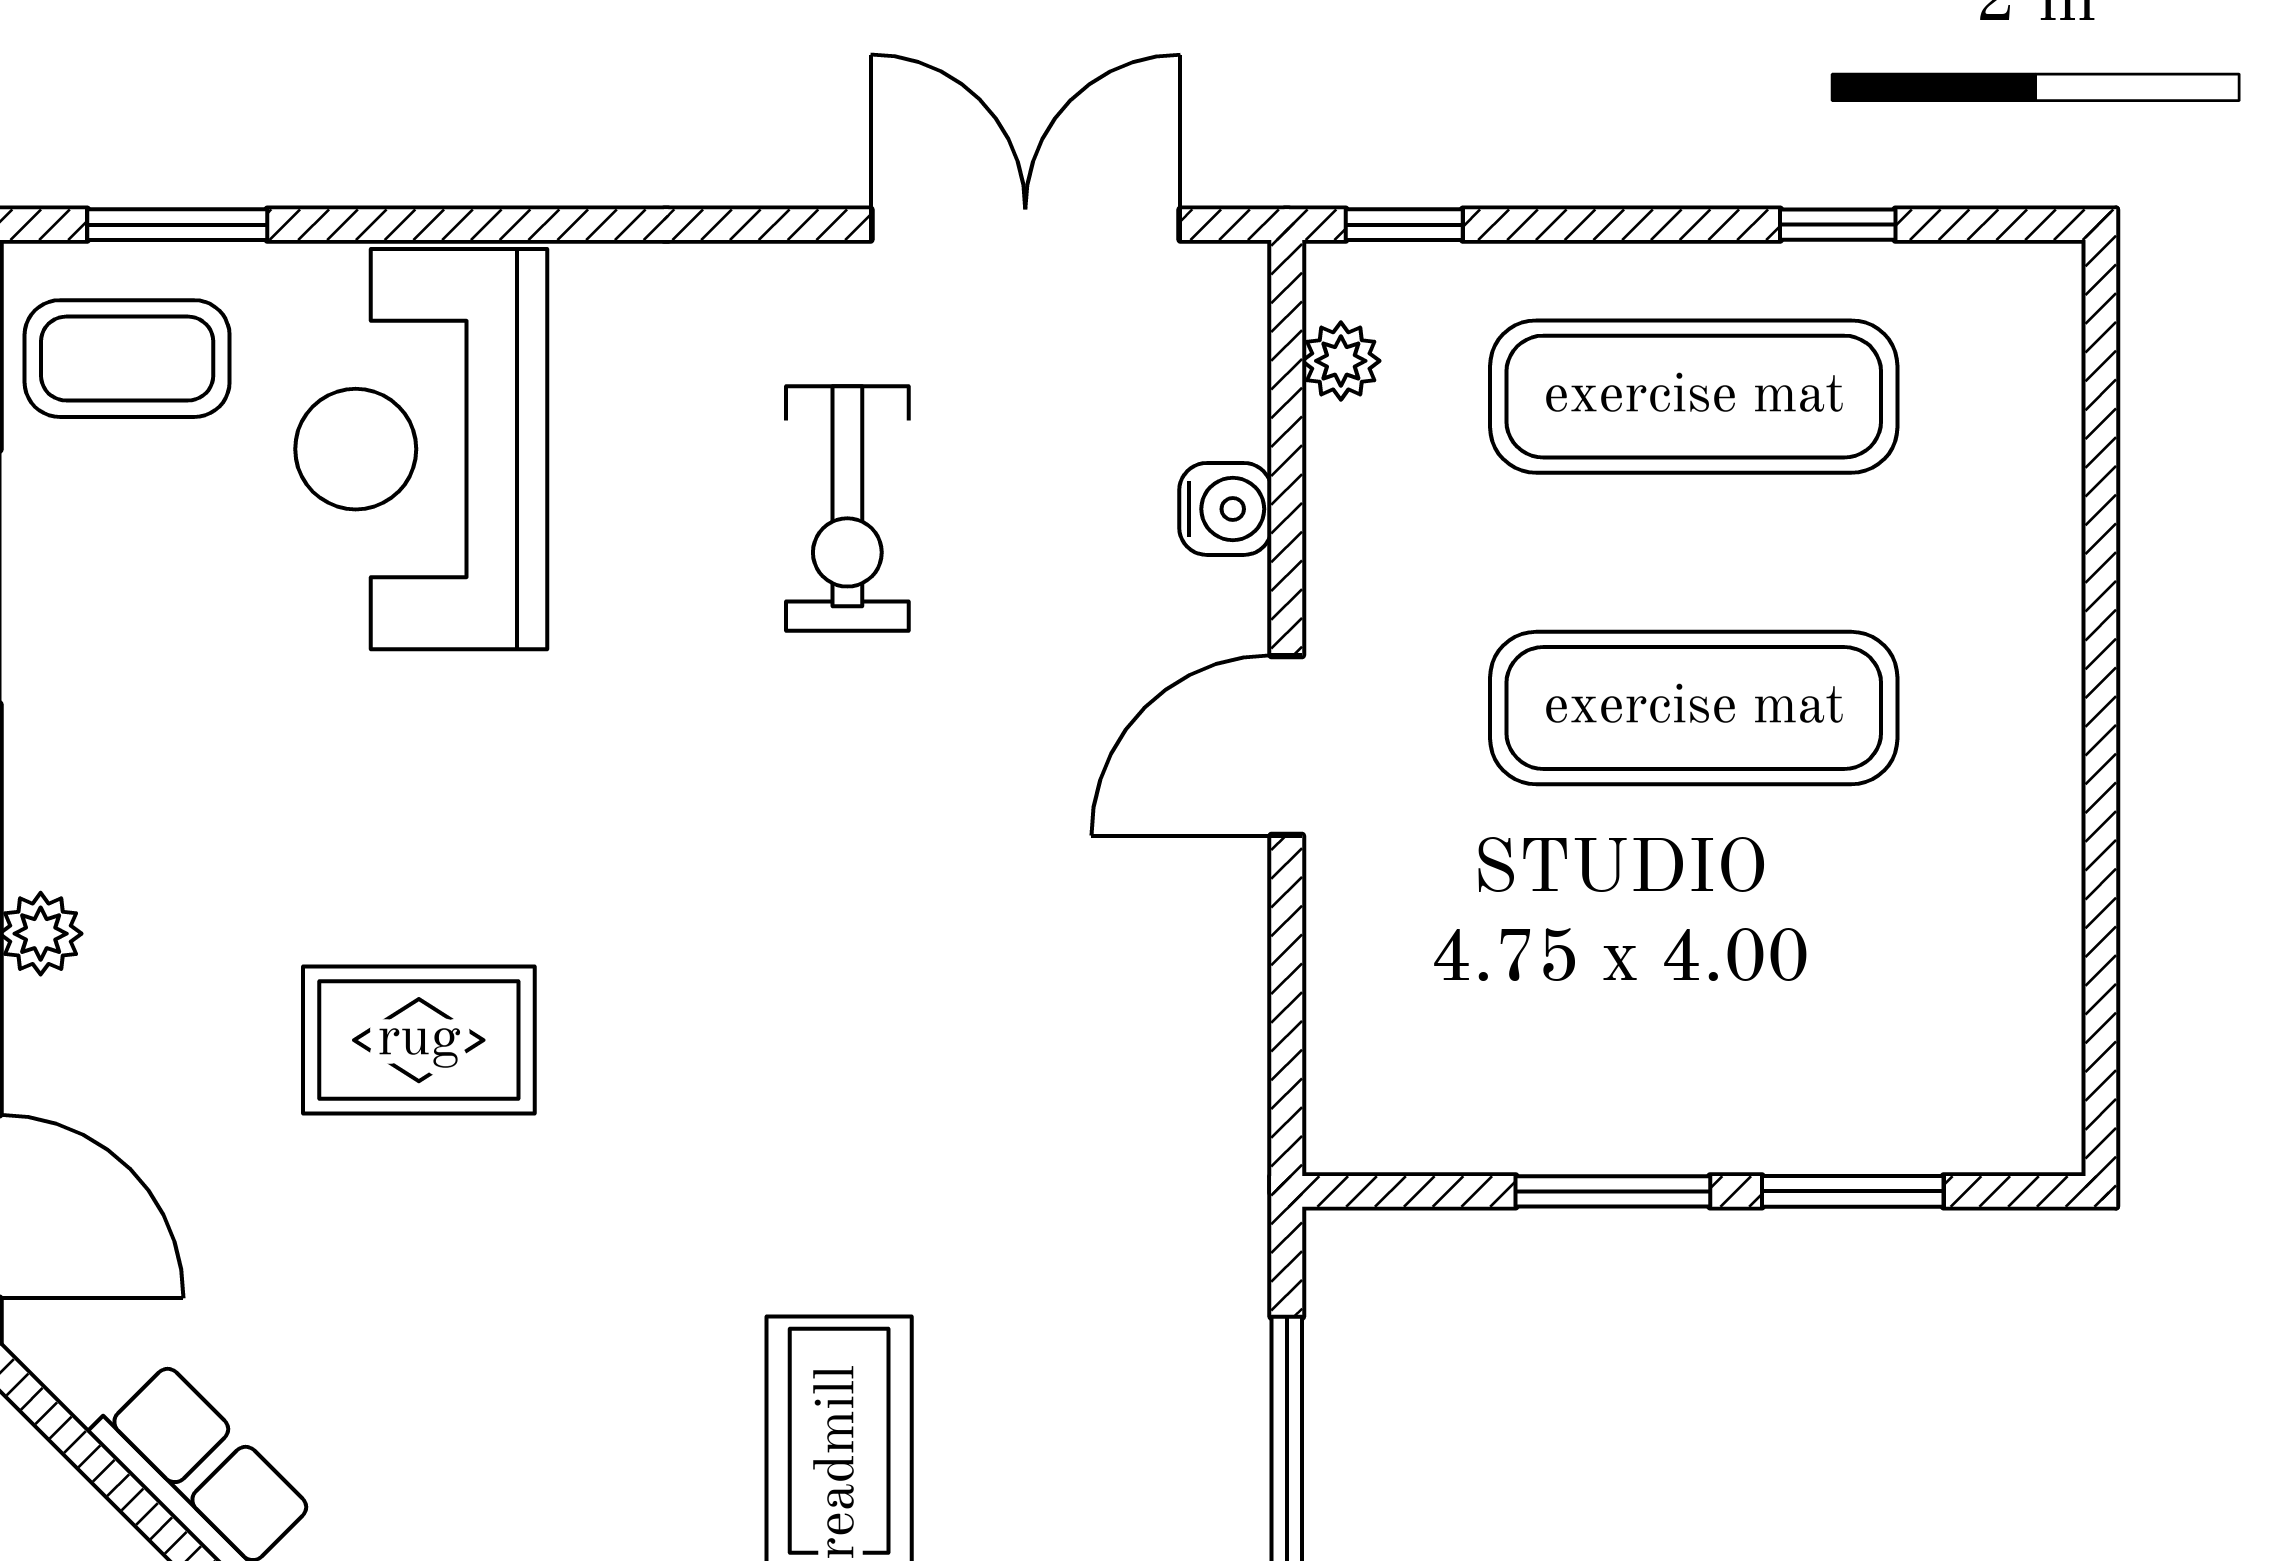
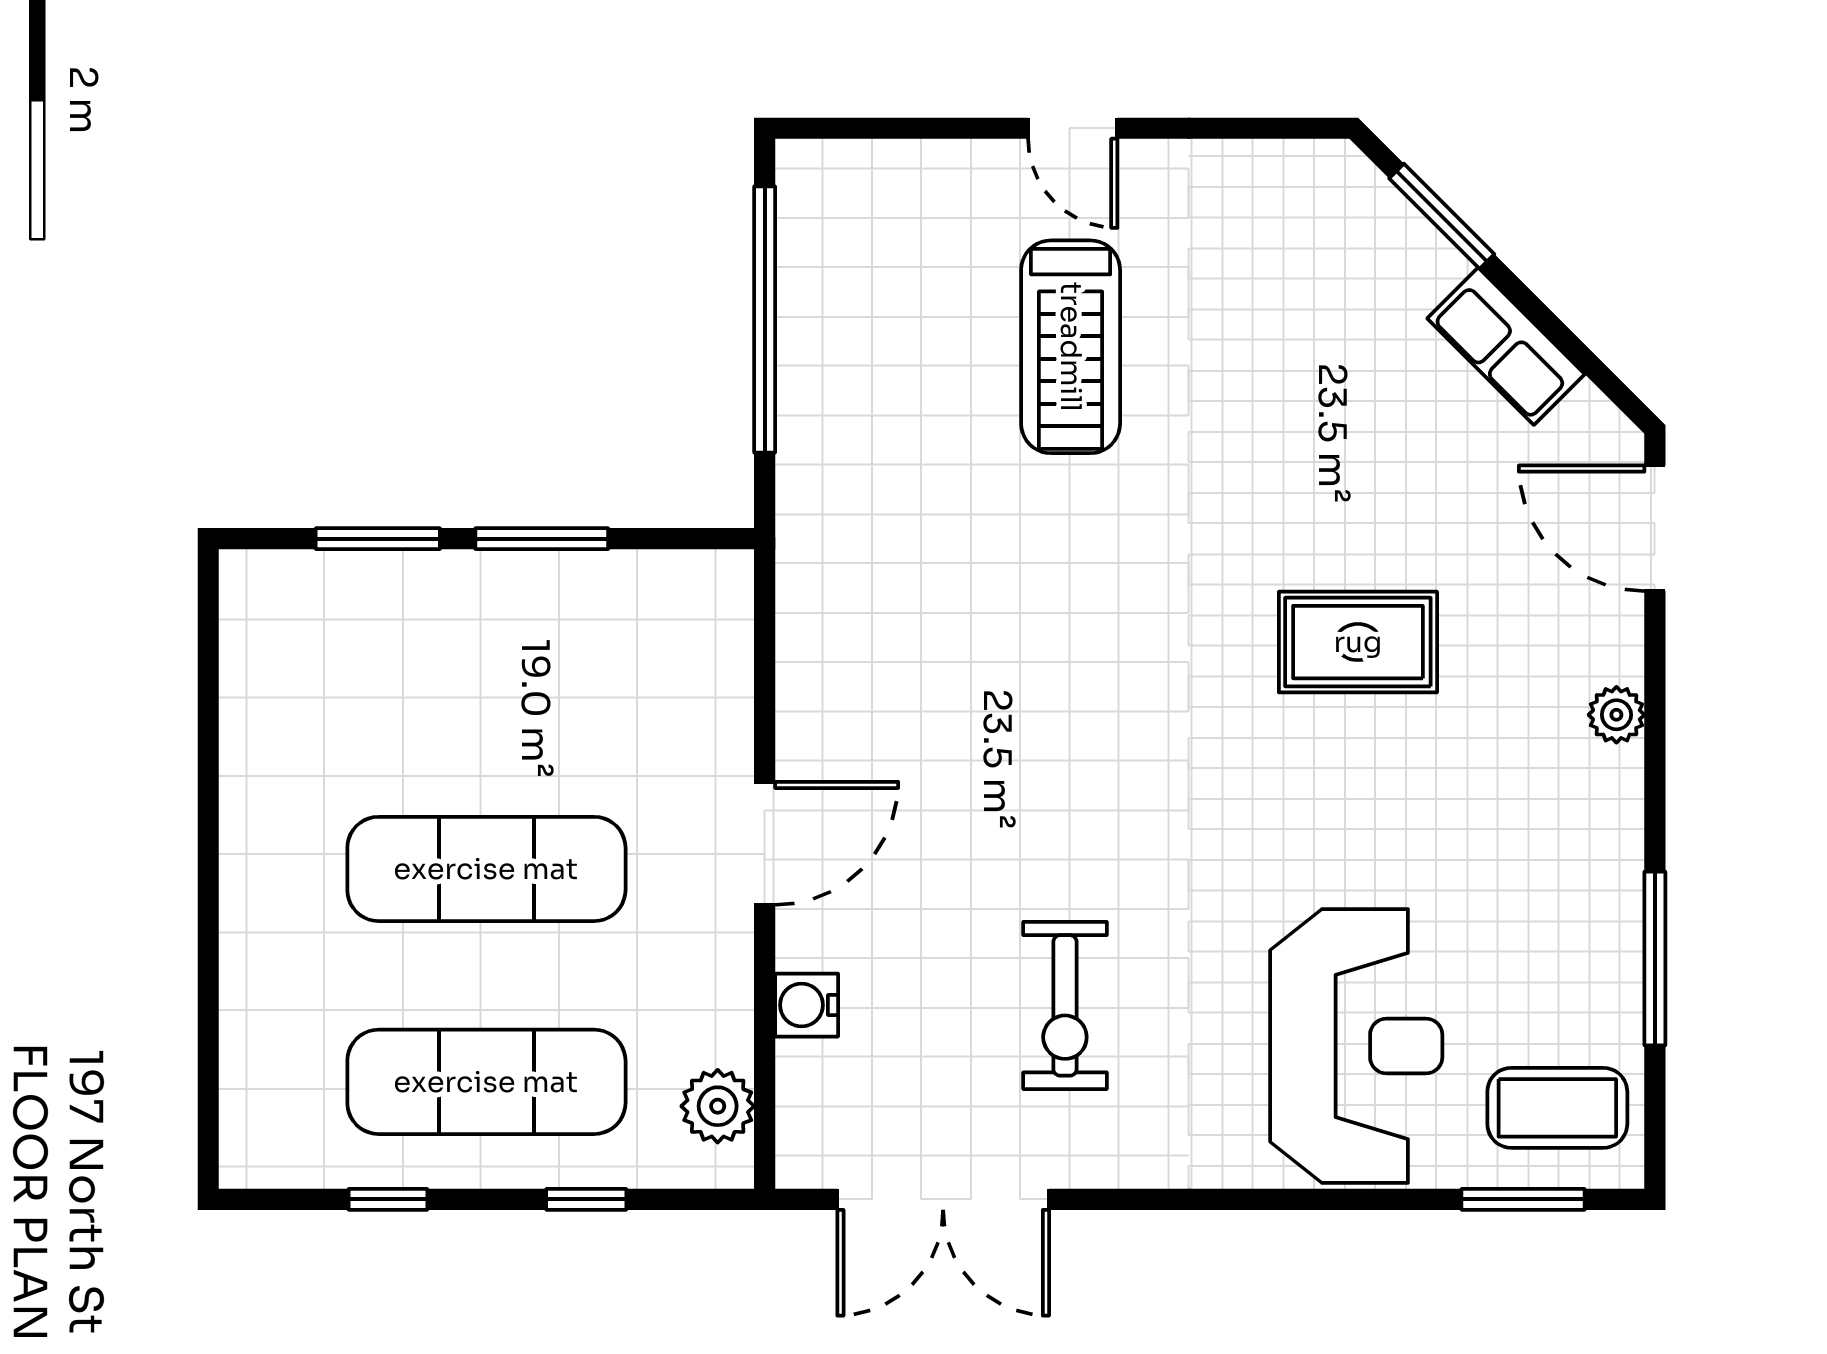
window: (1404, 225) -> (586, 1199), moved
plant: (1341, 361) -> (718, 1106), width x1.38, depth x1.38
exercise bike: (847, 508) -> (1065, 1005), turned 180

